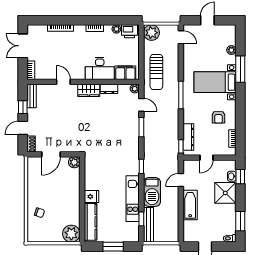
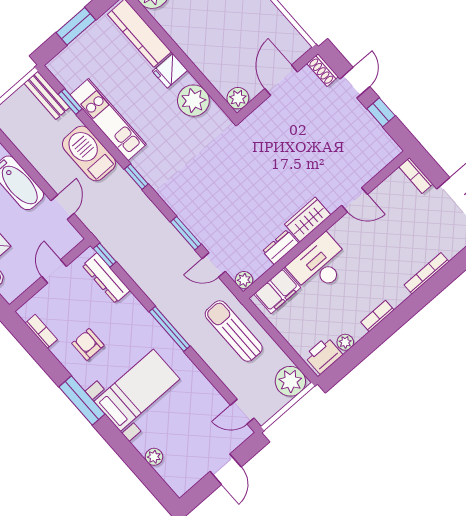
window: (240, 69) -> (82, 400), moved
bench: (32, 96) -> (382, 140), removed
plant: (93, 177) -> (193, 101), added
bench: (148, 225) -> (47, 95), width x0.73

